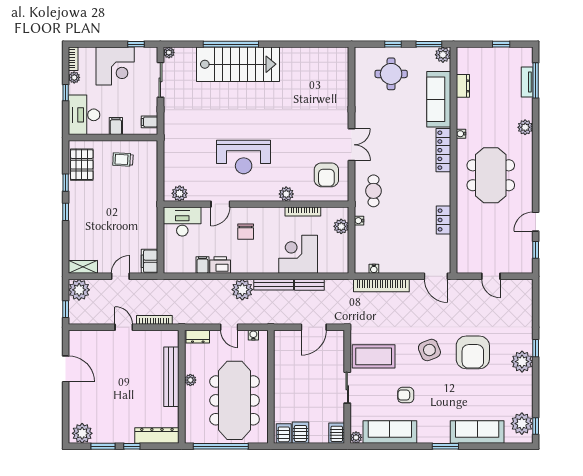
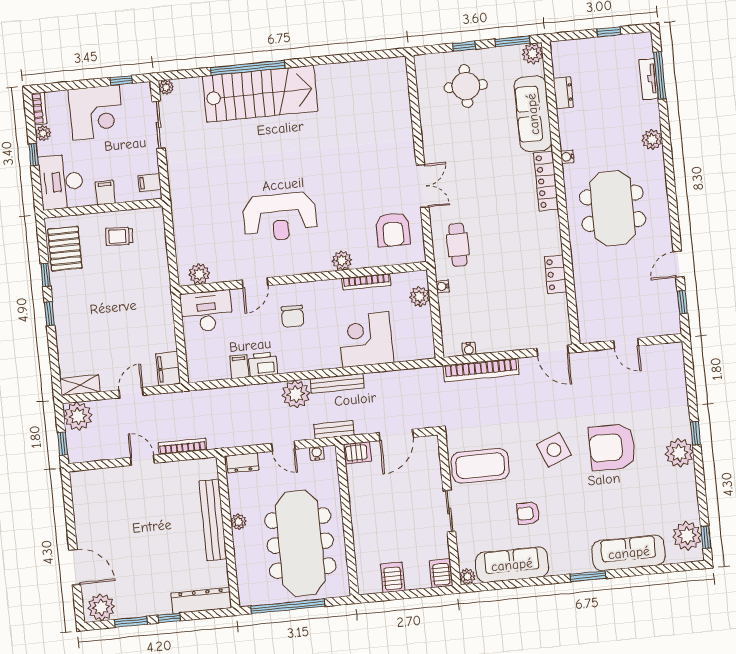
bench: (309, 285) -> (334, 430), moved
armchair: (473, 352) -> (612, 447), turned 90
door: (66, 369) -> (75, 567), moved
server rack: (284, 433) -> (357, 453), moved, turned 90

